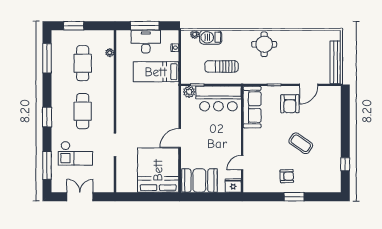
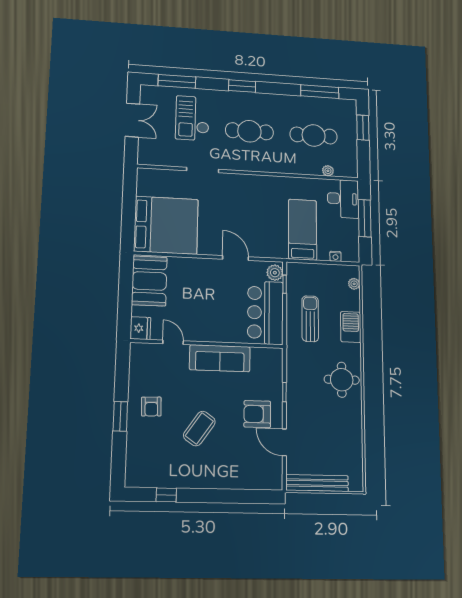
barbecue: (211, 37) -> (351, 327), moved
desk: (146, 42) -> (343, 199), moved
sofa: (252, 107) -> (220, 358), moved
door: (180, 138) -> (235, 258), moved

